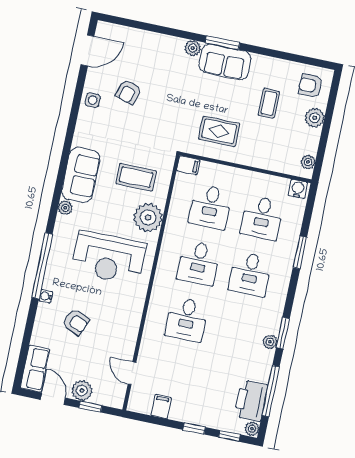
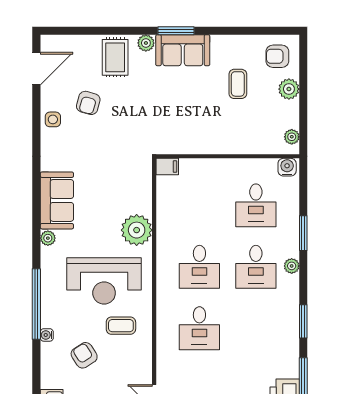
rug: (219, 131) -> (115, 57), moved, turned 90
coffee table: (136, 177) -> (121, 326), moved, width x0.73, depth x0.77
desk: (210, 207) -> (199, 205), removed
armchair: (76, 322) -> (84, 355), turned -146
plant: (270, 342) -> (292, 266), moved

